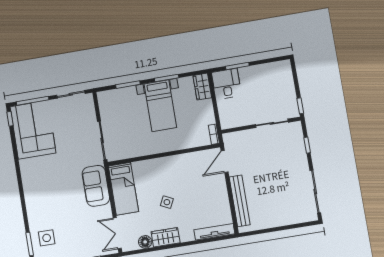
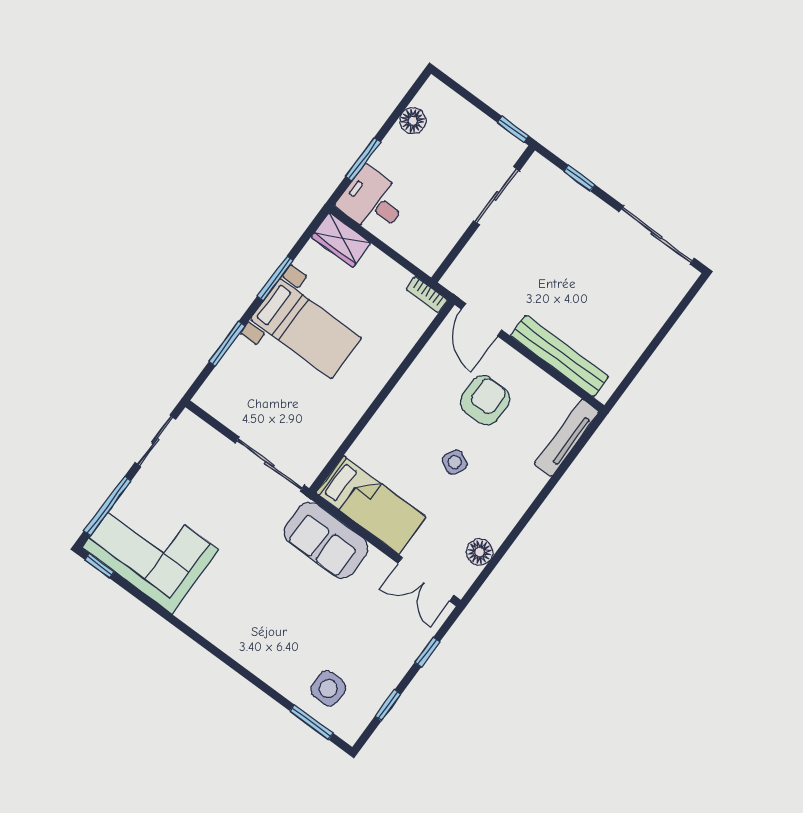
floor lamp: (268, 69) -> (413, 121), added
armchair: (198, 191) -> (485, 400), added
wardrobe: (166, 237) -> (503, 516), removed

